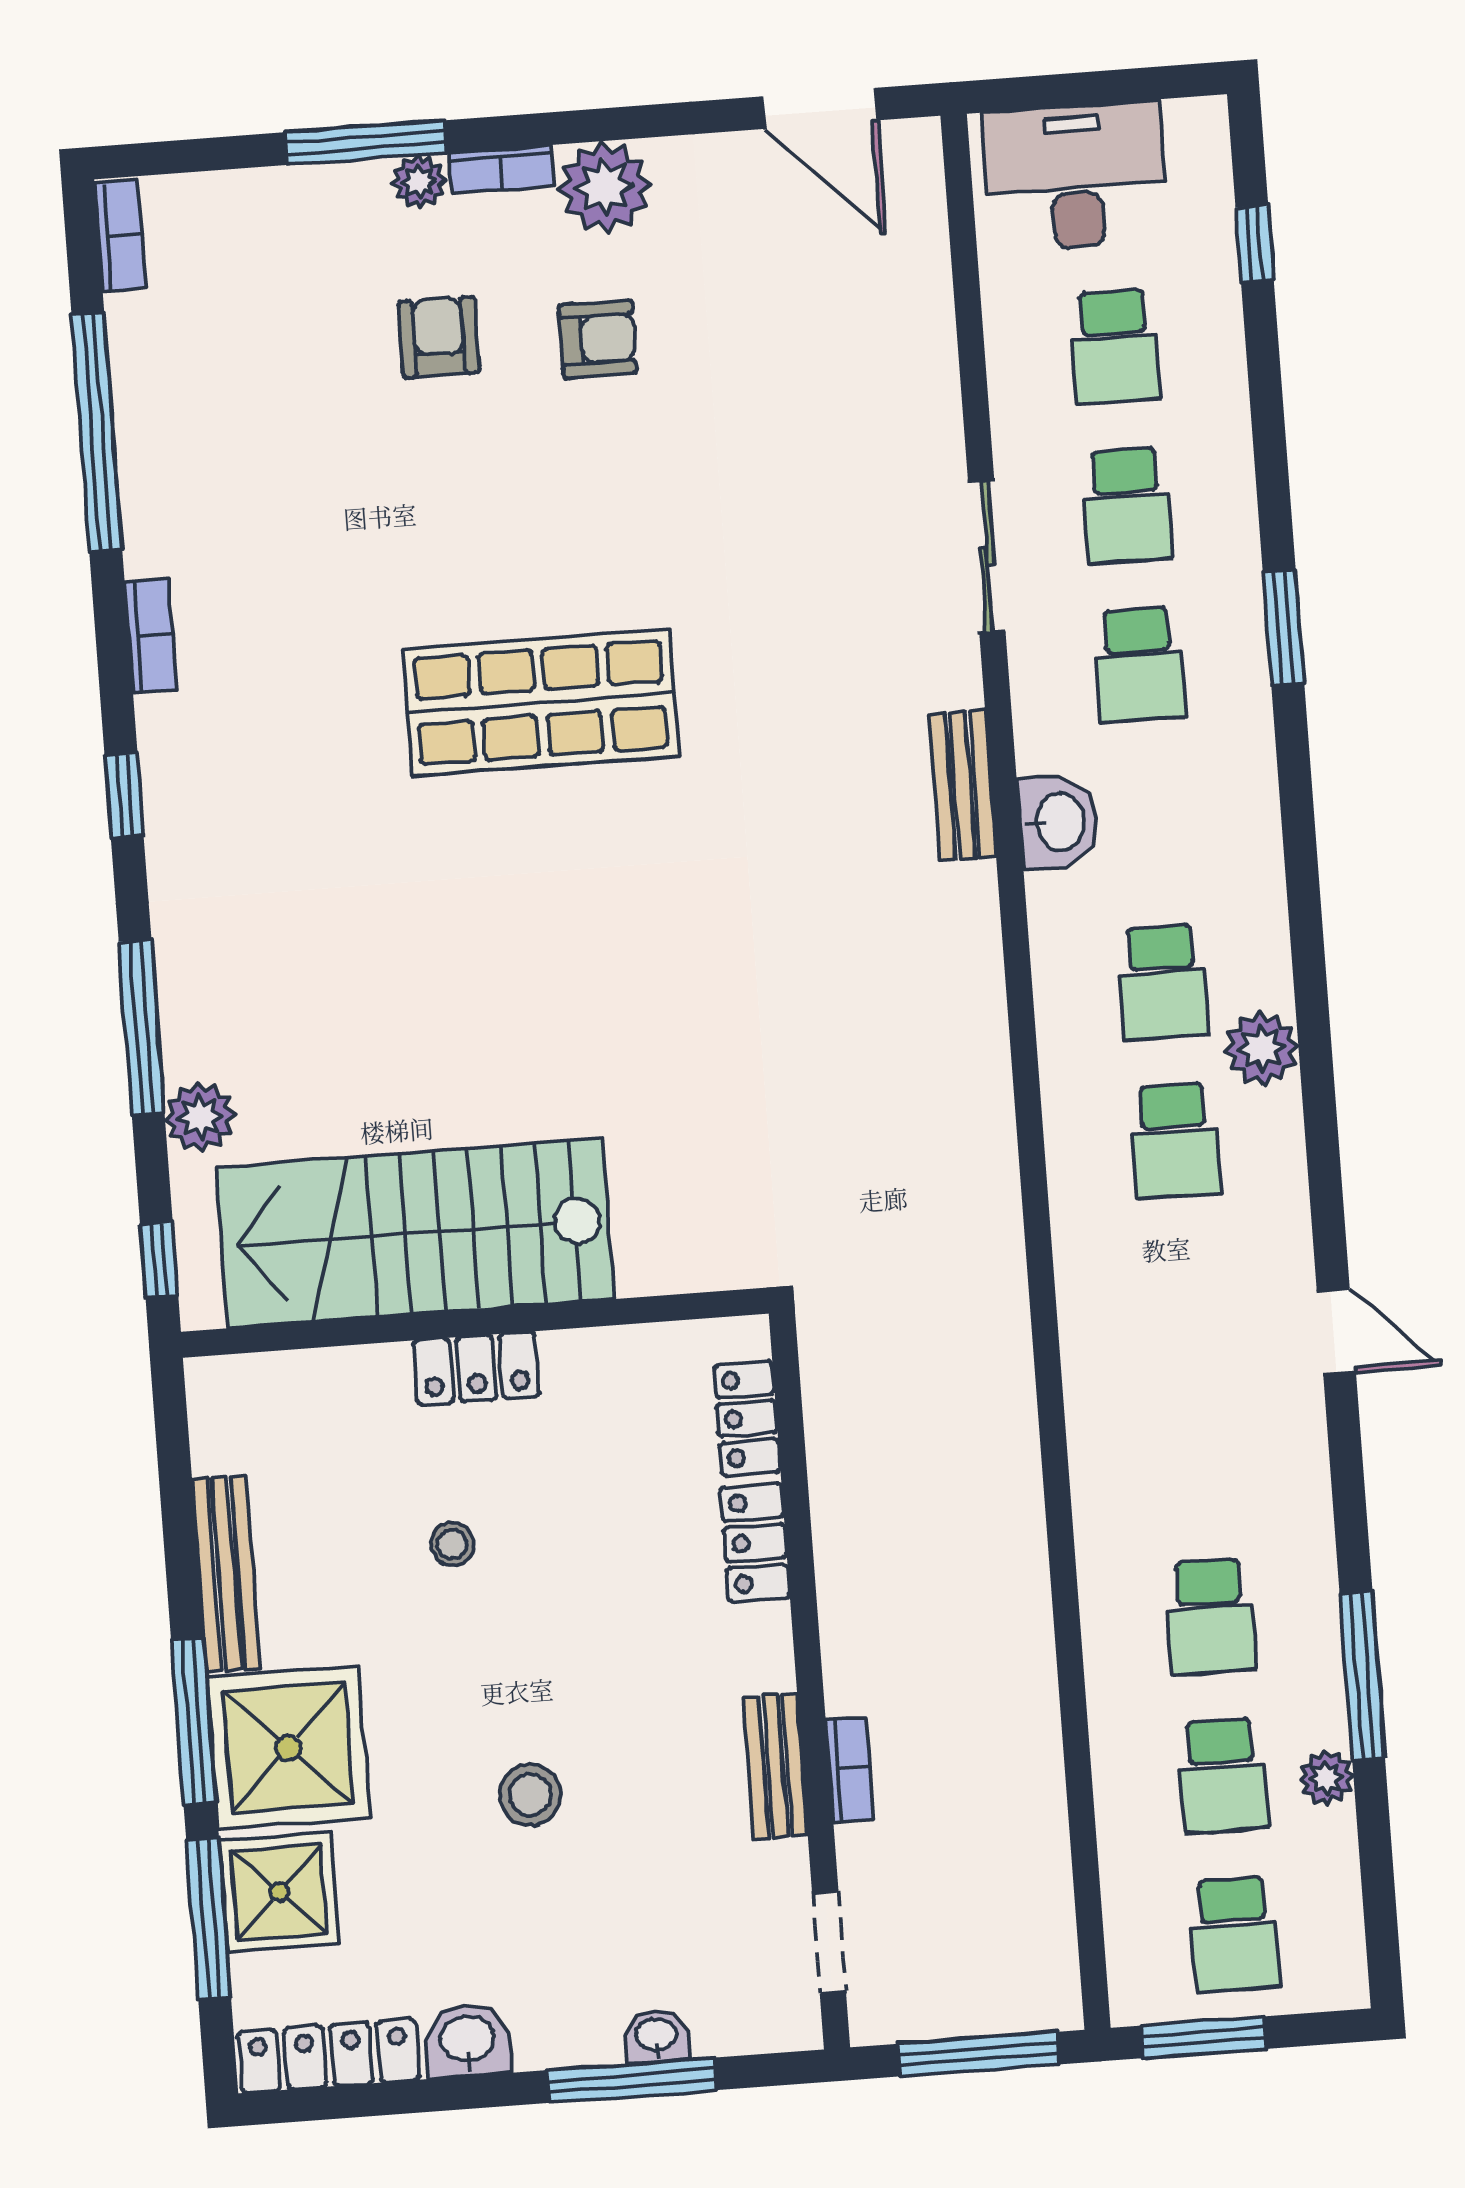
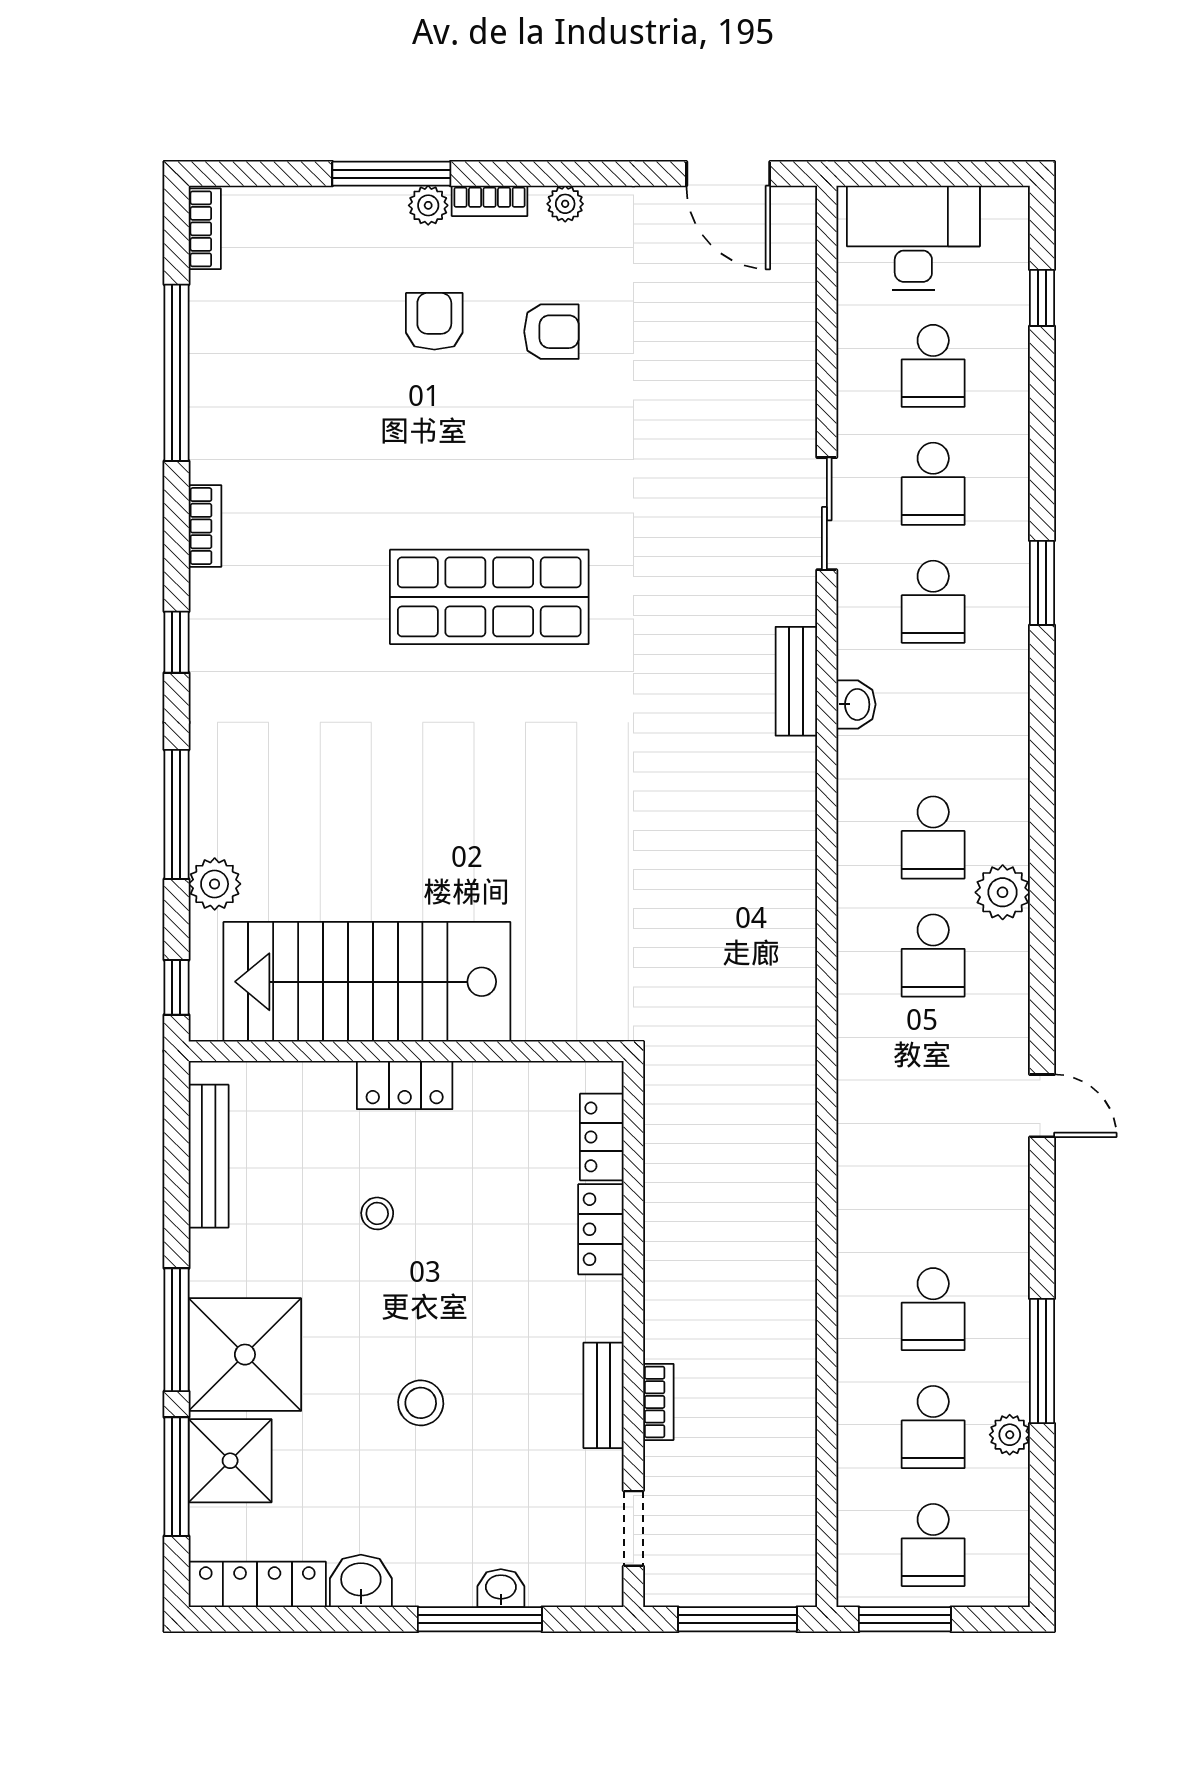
plant: (605, 187) -> (565, 204), width x0.53, depth x0.53
washbasin: (1058, 822) -> (856, 704), width x0.72, depth x0.69
bench: (226, 1574) -> (209, 1156), moved

